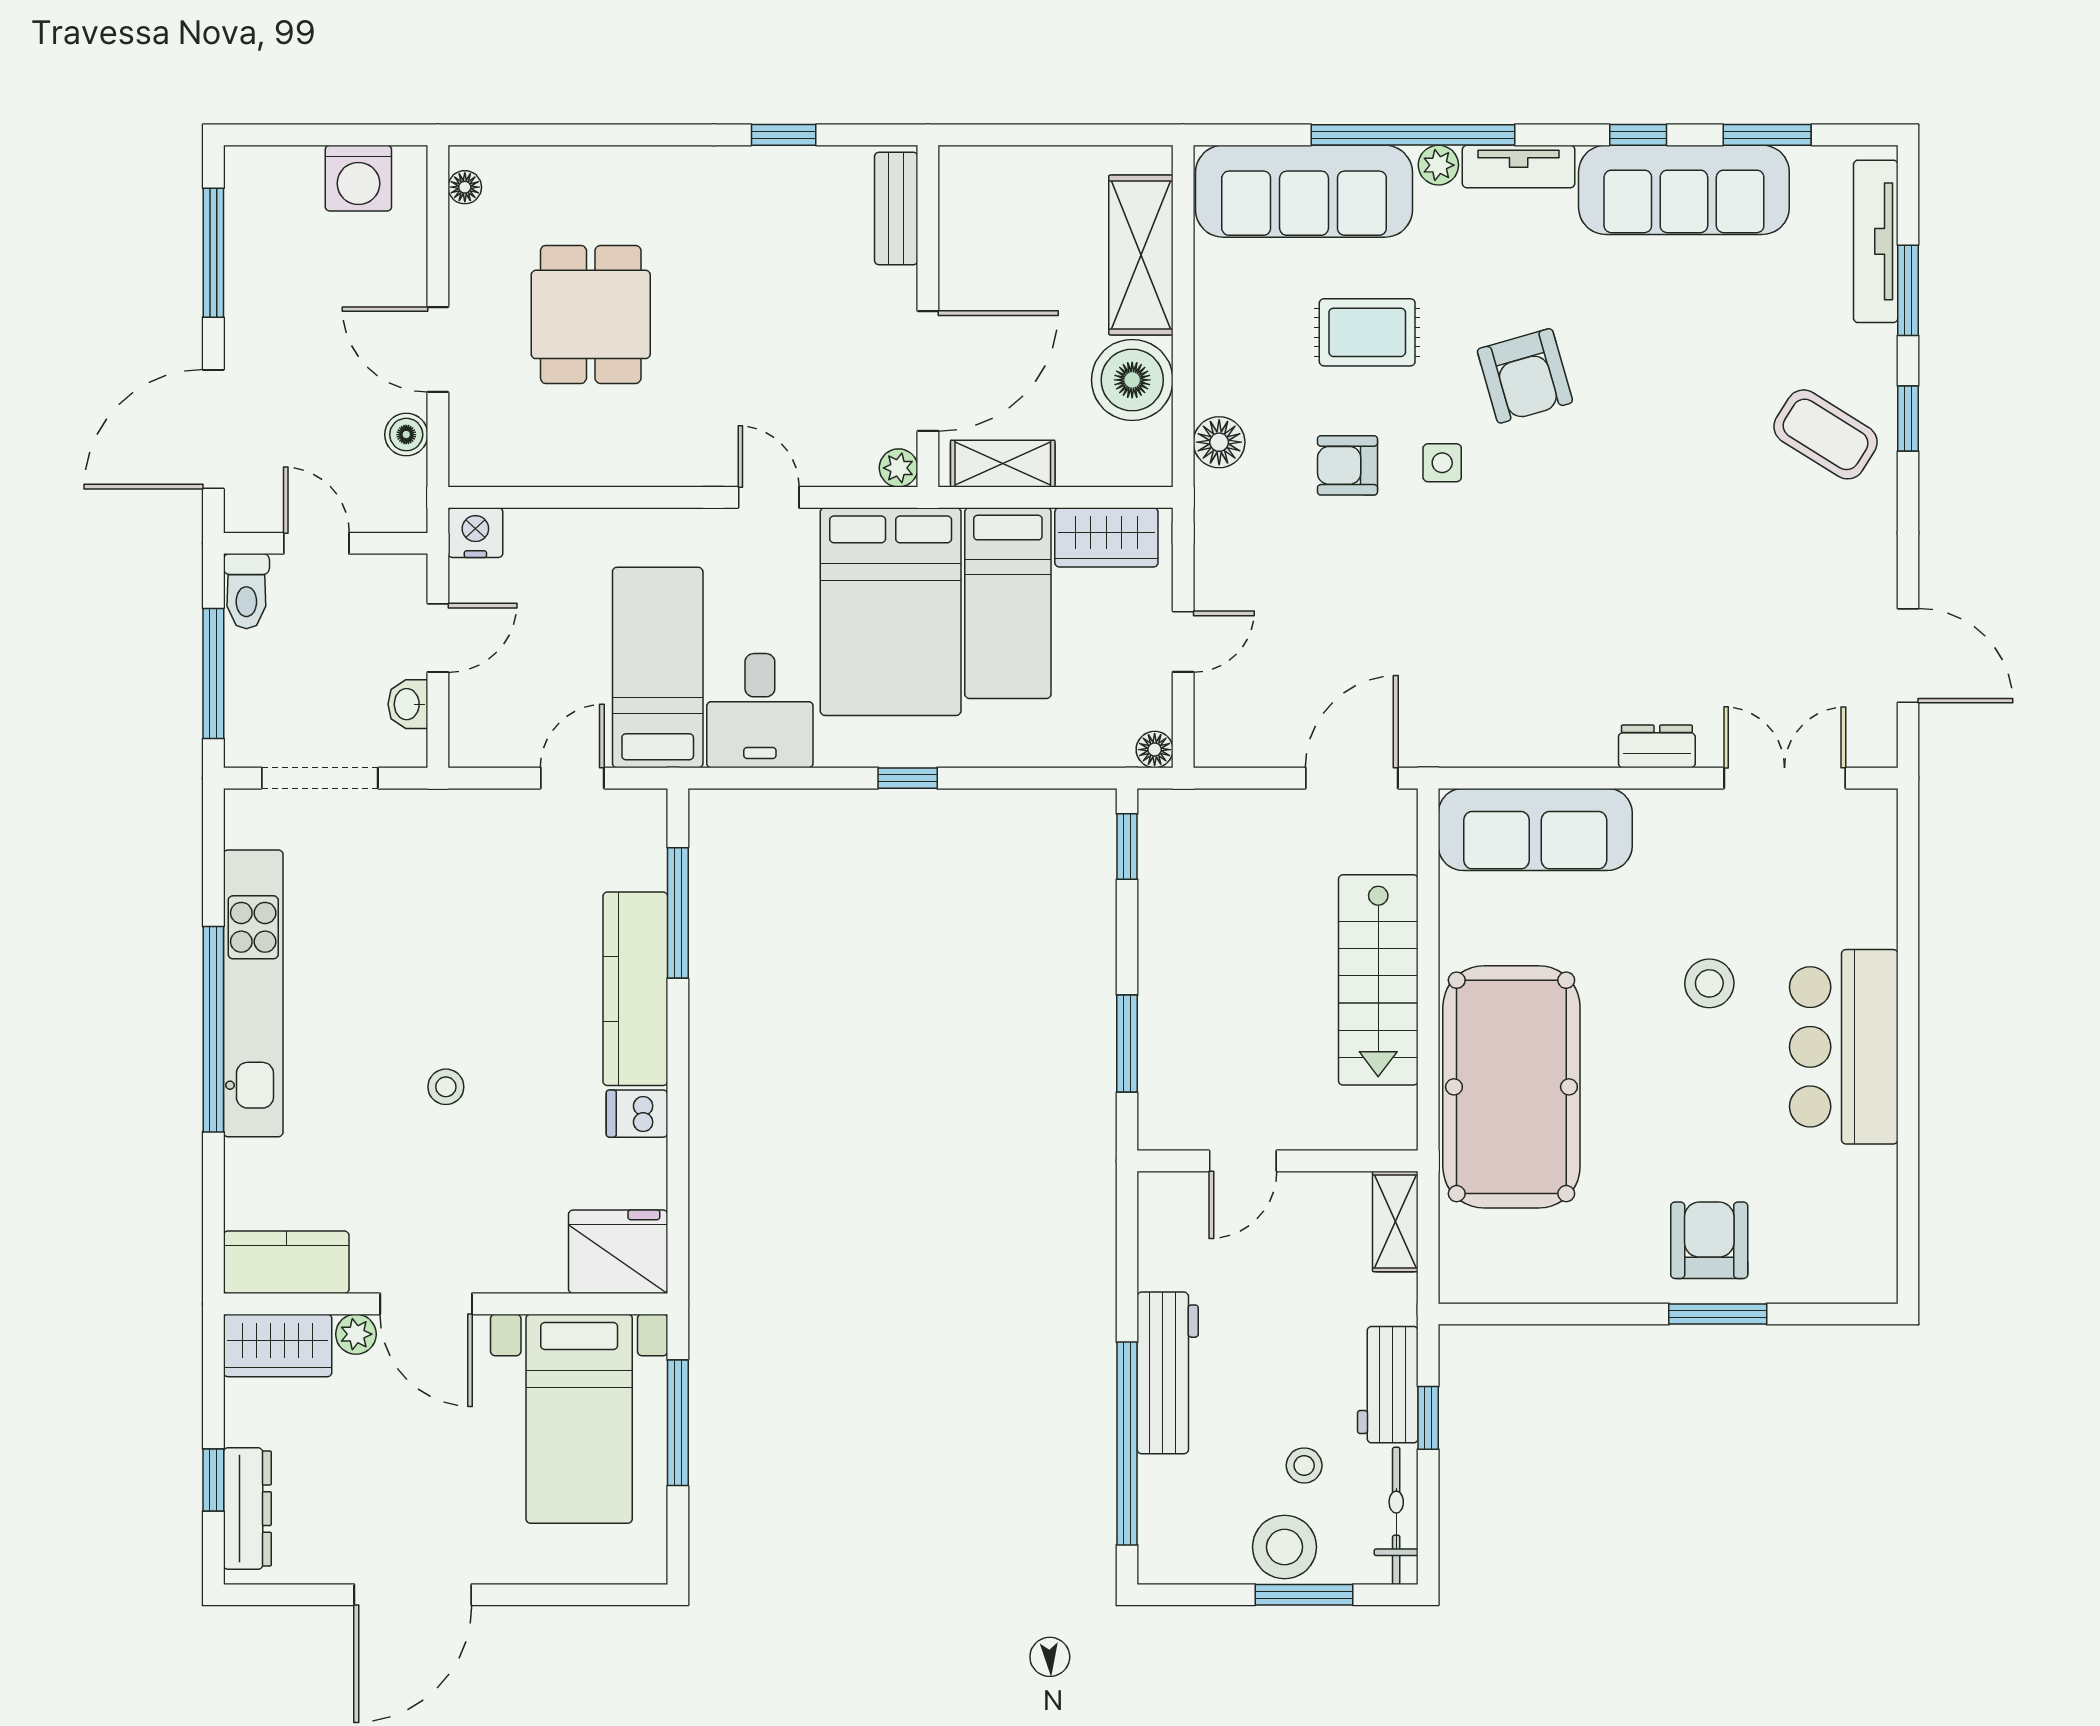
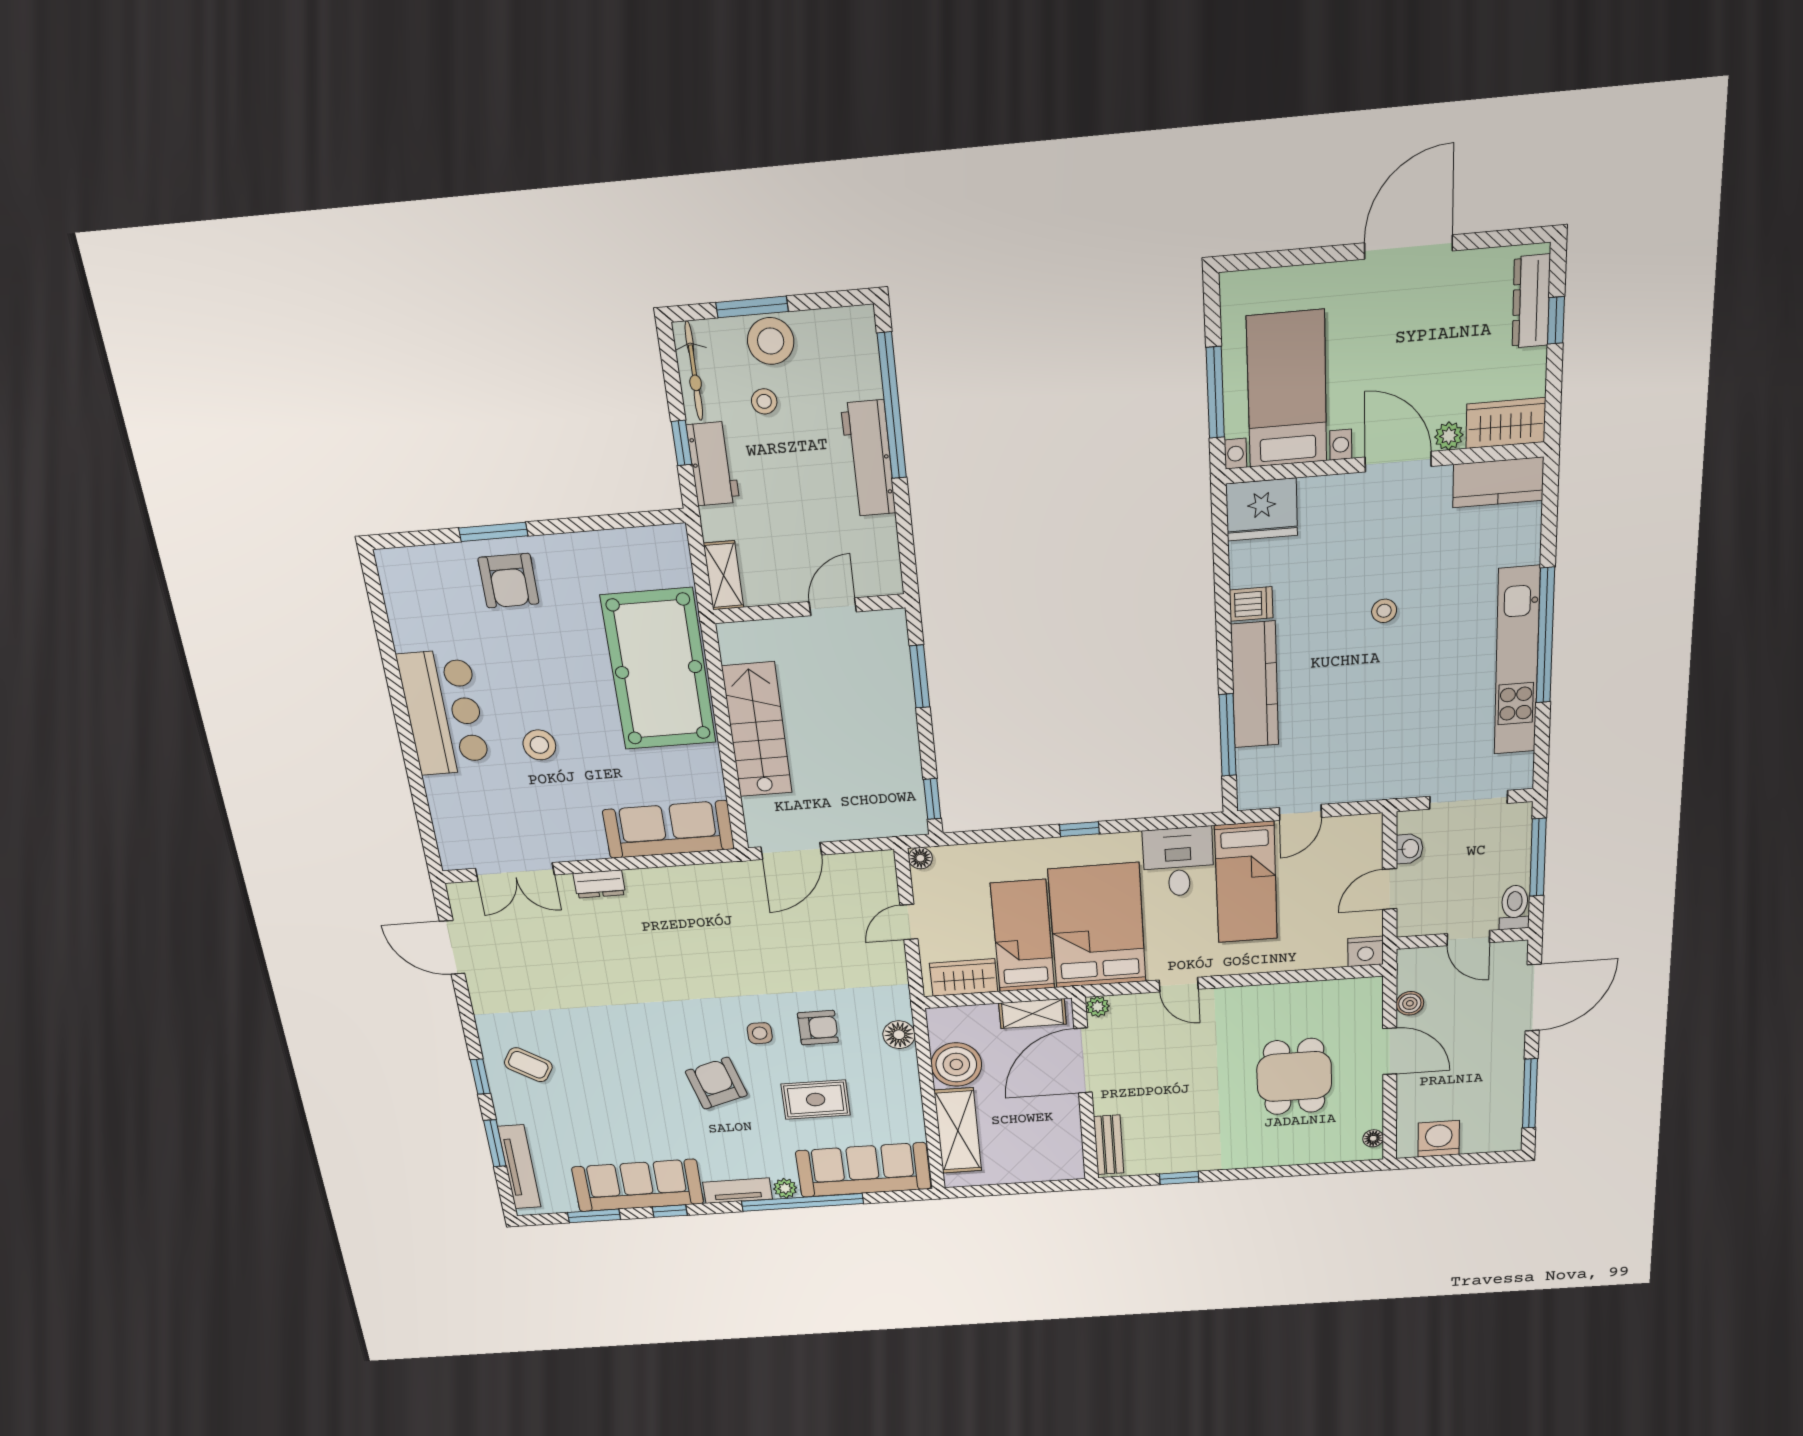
coffee table: (1826, 434) -> (528, 1065), width x0.73, depth x0.77

